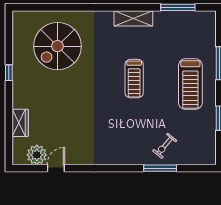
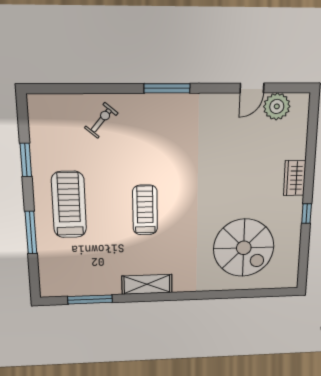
spiral stairs: (57, 46) -> (244, 248), turned 90
wardrobe: (20, 123) -> (295, 178), moved
window: (160, 168) -> (167, 88), moved

